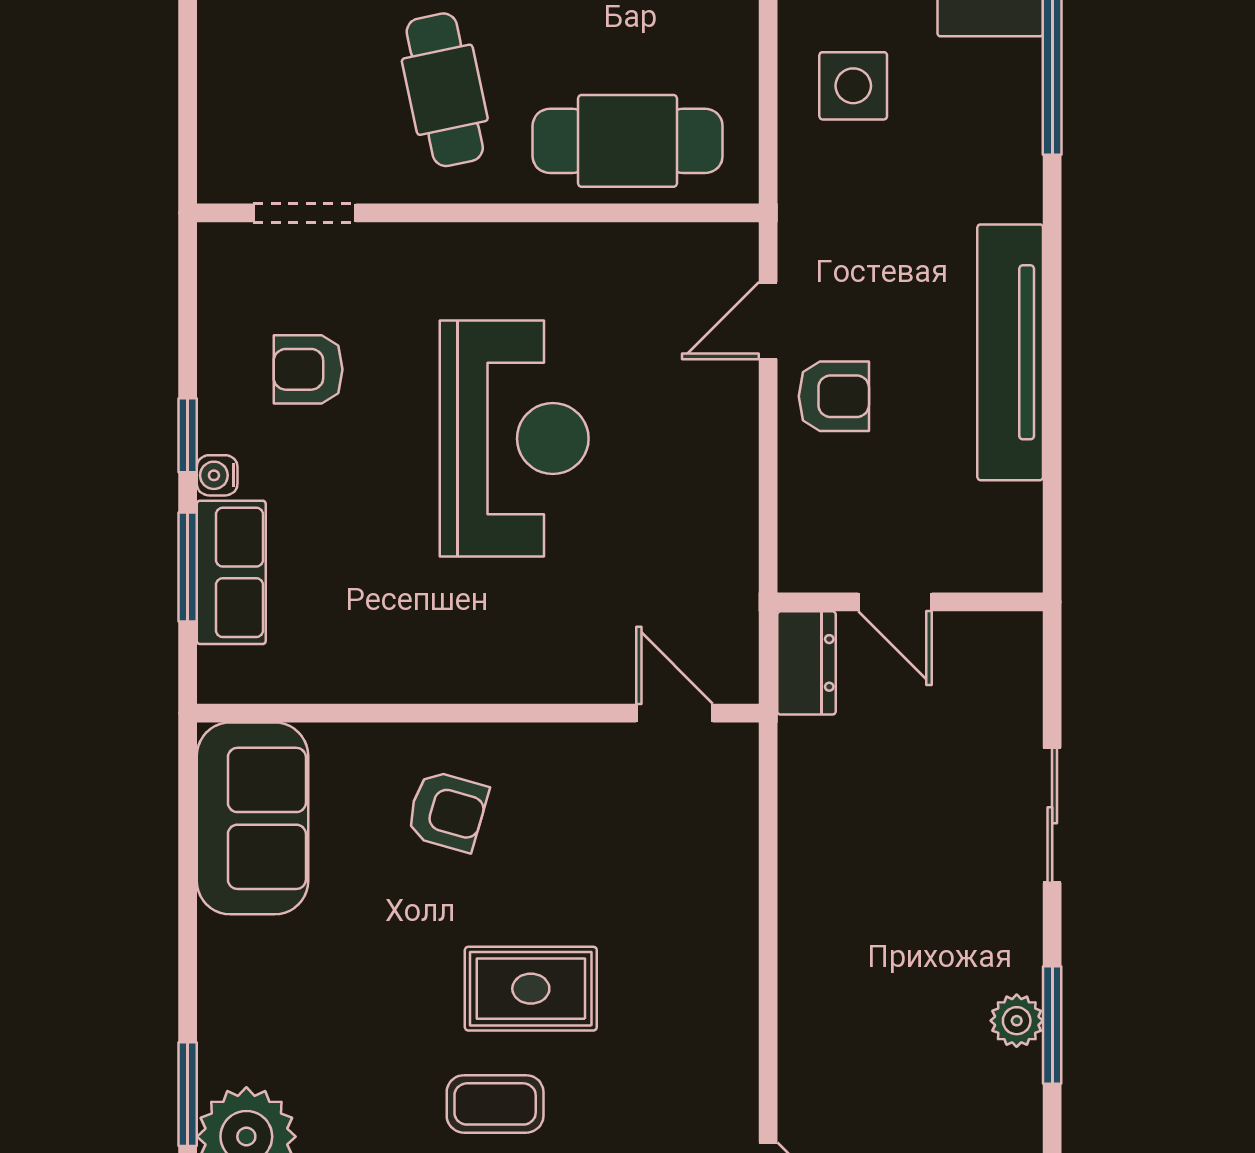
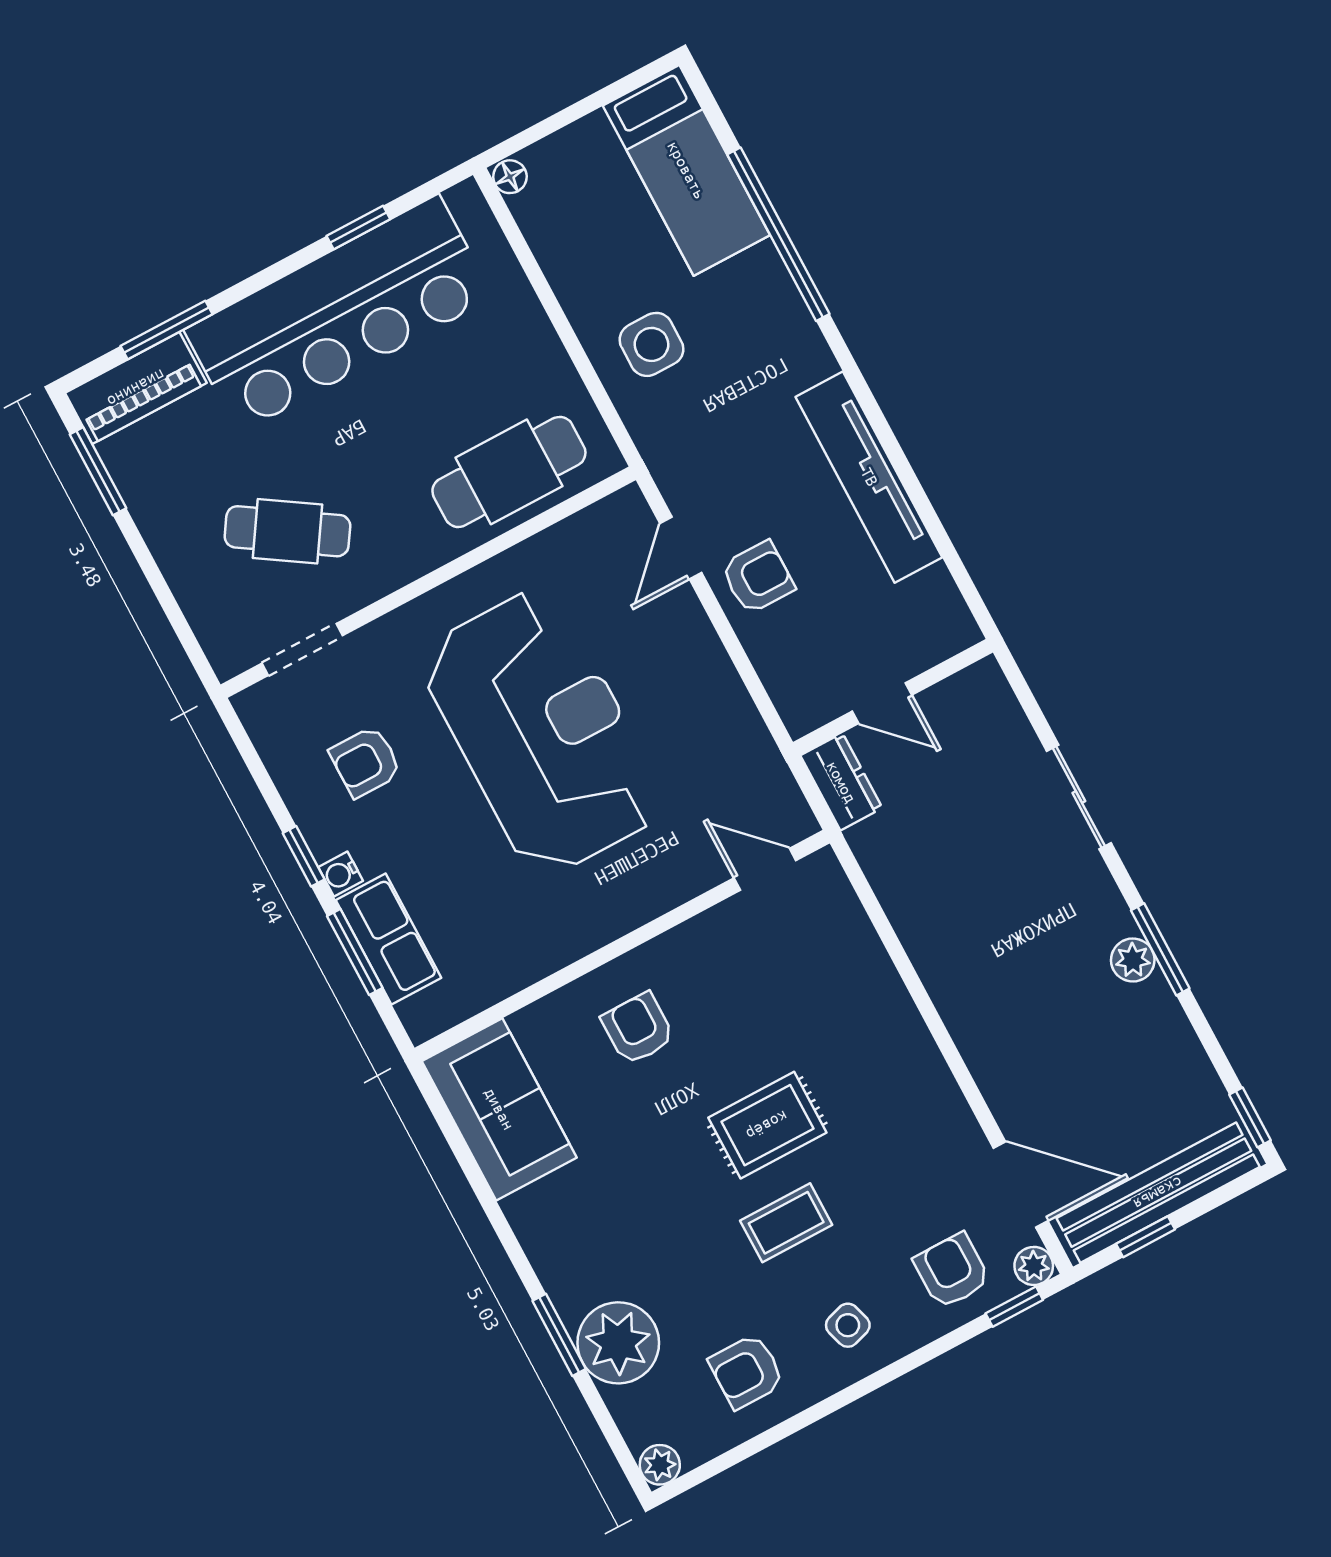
cafe table: (445, 90) -> (287, 531), moved, turned -45
reception desk: (514, 439) -> (542, 732), width x1.36, depth x1.30
armchair: (447, 811) -> (638, 1029), turned -106

